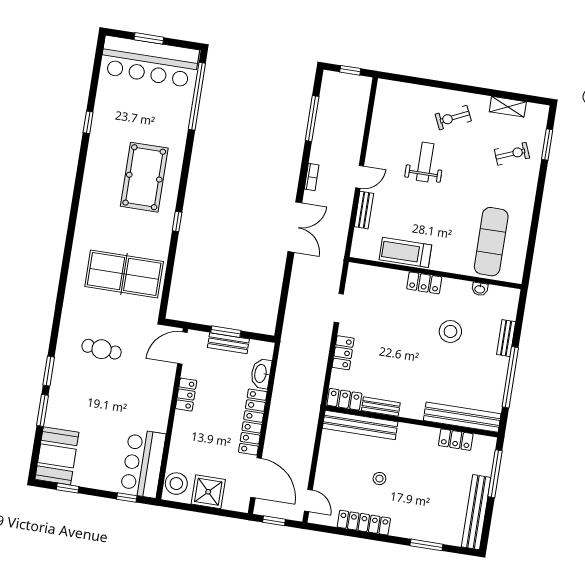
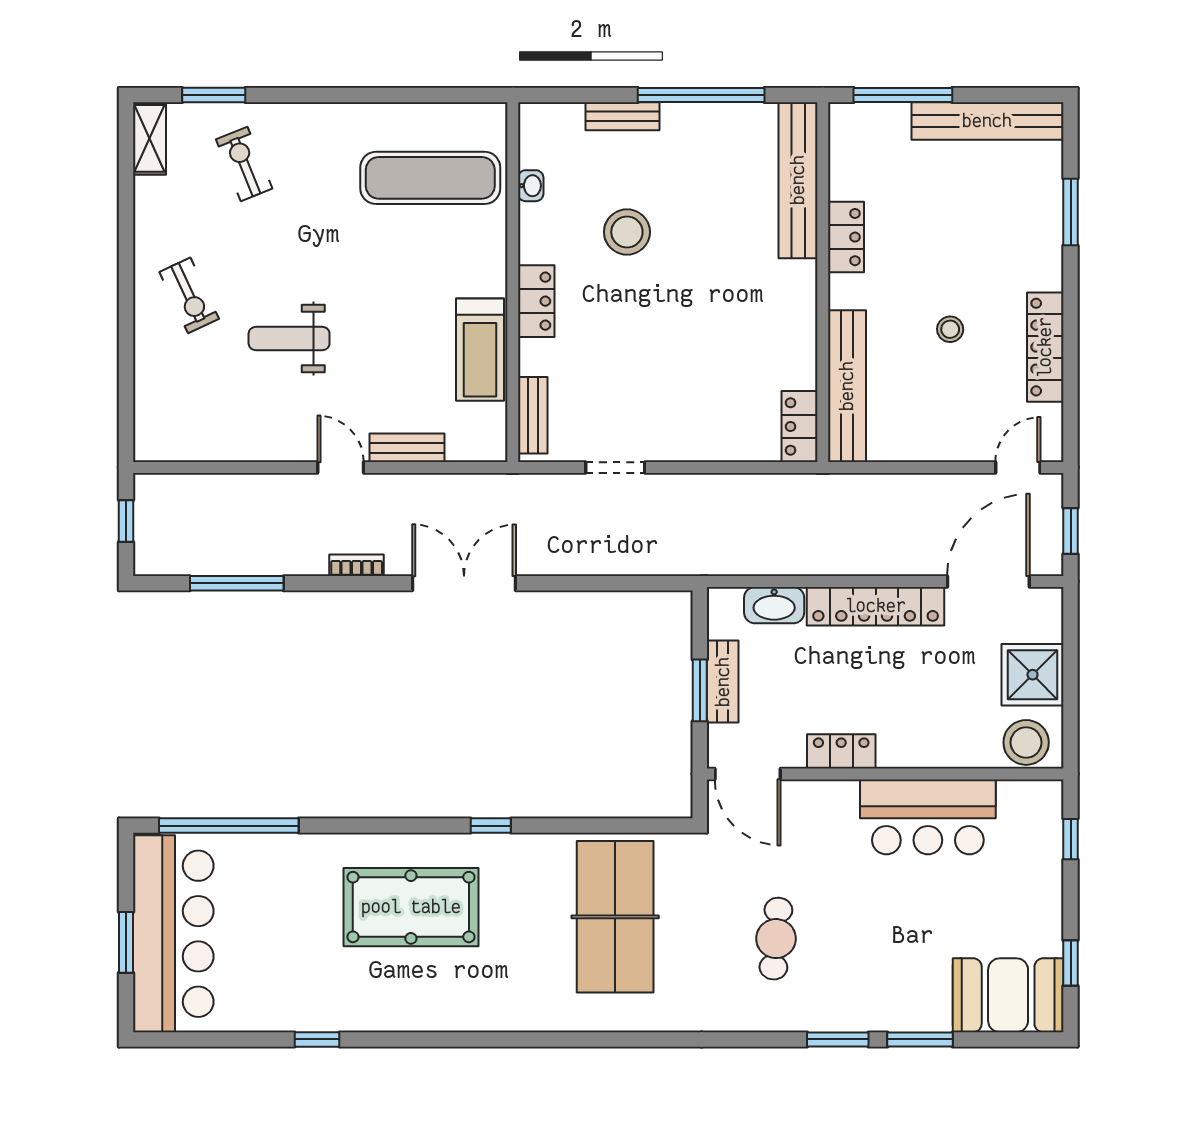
shelving: (508, 107) -> (149, 138), moved
locker: (343, 353) -> (705, 444), removed
bench: (381, 407) -> (533, 415), moved
locker: (456, 440) -> (846, 237), moved
bar counter: (143, 463) -> (928, 817), moved

